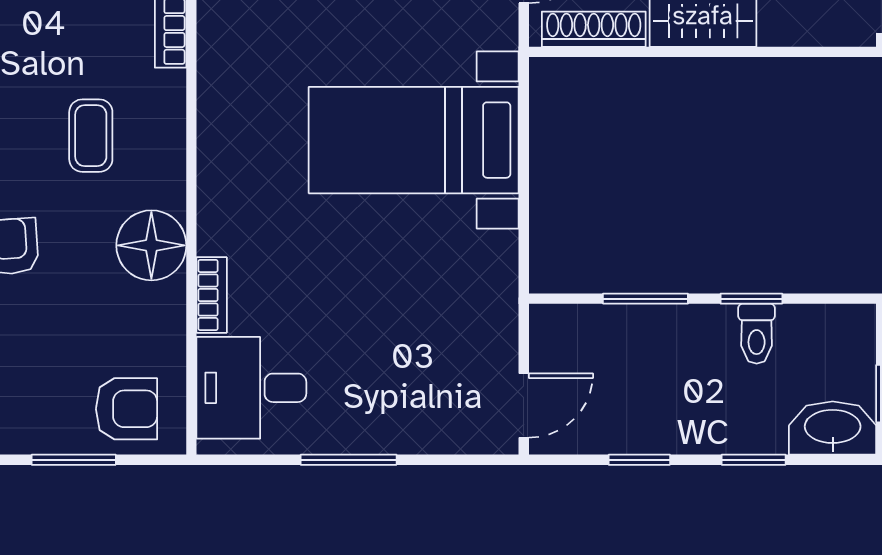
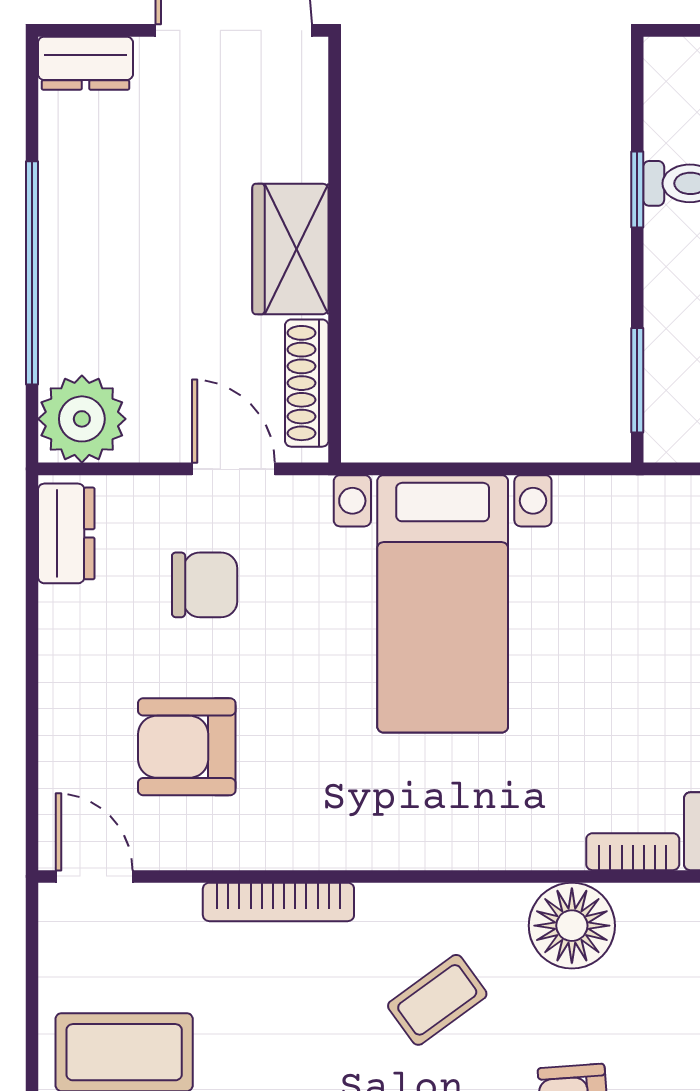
coffee table: (91, 136) -> (437, 1000), turned -36
window: (645, 299) -> (637, 380), moved

